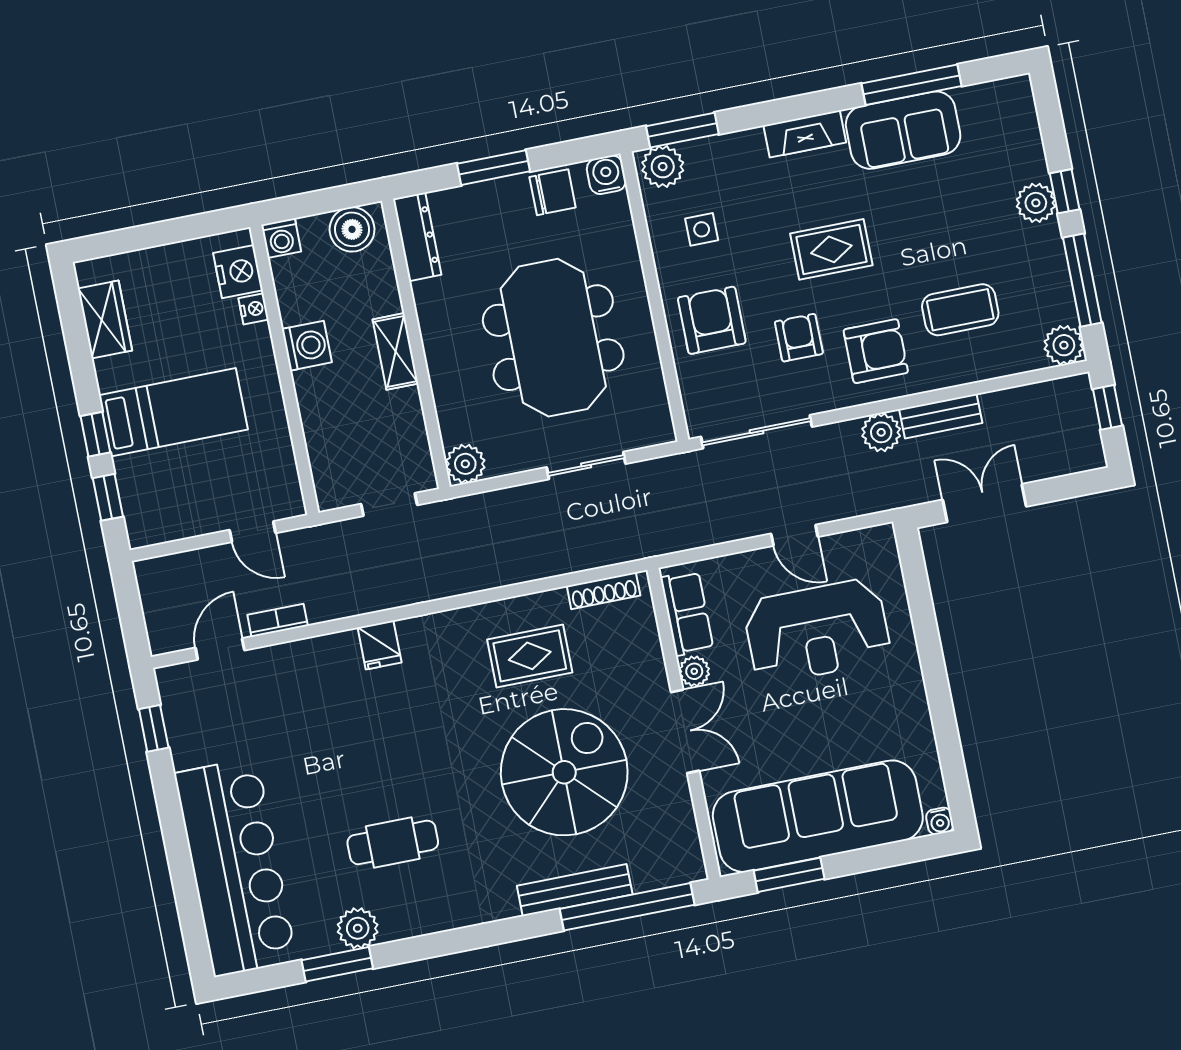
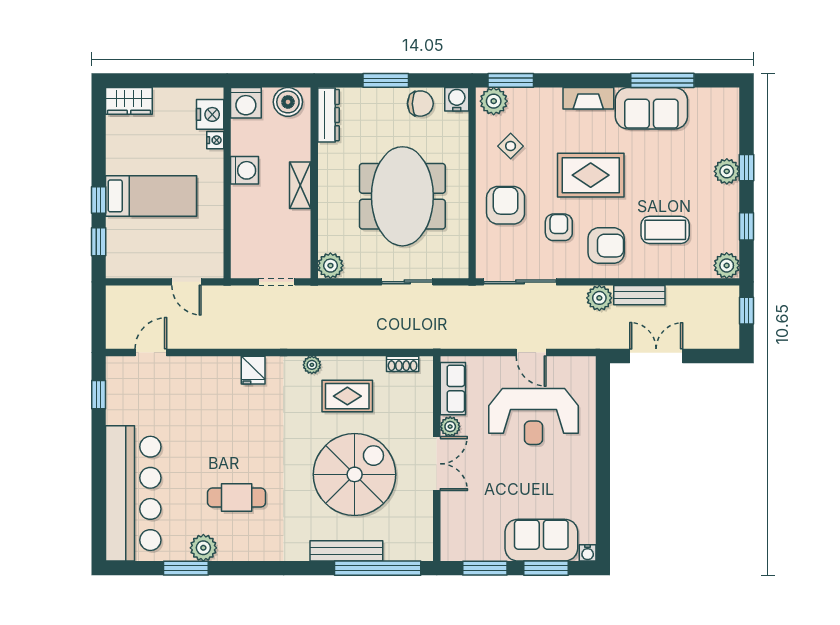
side table: (702, 229) -> (511, 146), turned 45
washing machine: (281, 238) -> (246, 103), width x1.38, depth x1.38
rug: (831, 249) -> (591, 175), width x1.36, depth x1.43
window: (1082, 280) -> (747, 226), width x0.46
wardrobe: (105, 319) -> (129, 101), moved, turned 90
shoe rack: (604, 591) -> (403, 364), width x0.70
plant: (467, 619) -> (312, 365), added
bookcase: (278, 620) -> (191, 342), removed
sofa: (818, 816) -> (541, 540), width x0.54, depth x0.79
window: (881, 857) -> (546, 568), added

